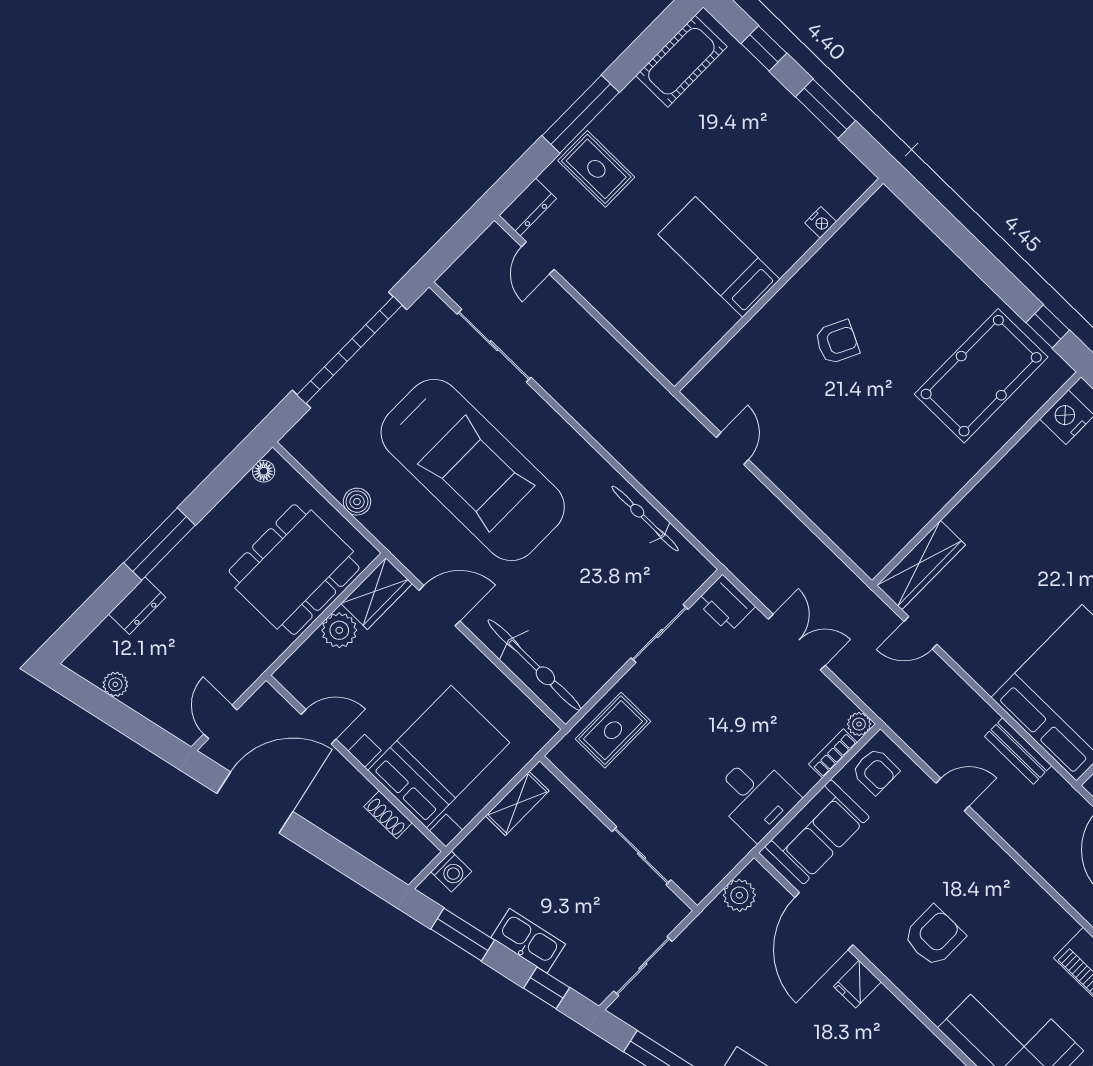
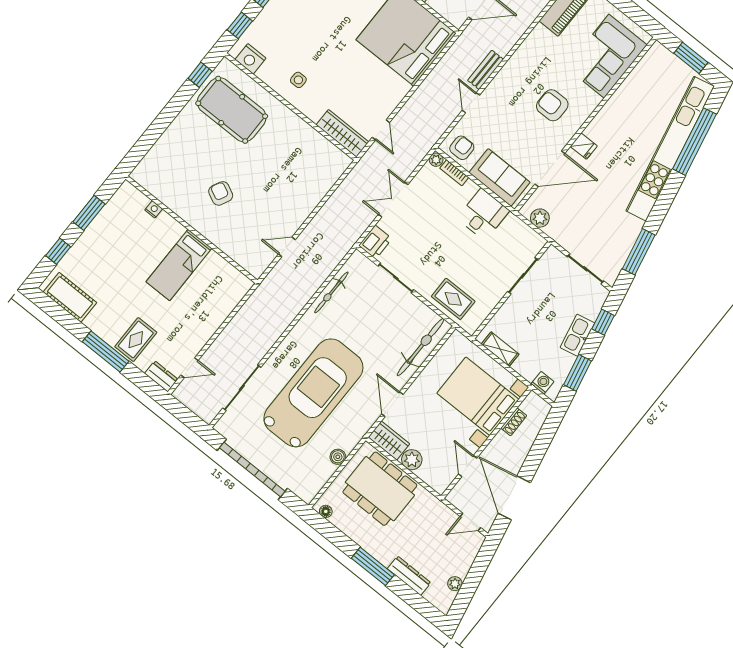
side table: (1022, 497) -> (298, 80), added
dresser: (137, 606) -> (409, 576), width x1.44
bench: (1018, 751) -> (486, 70), moved

